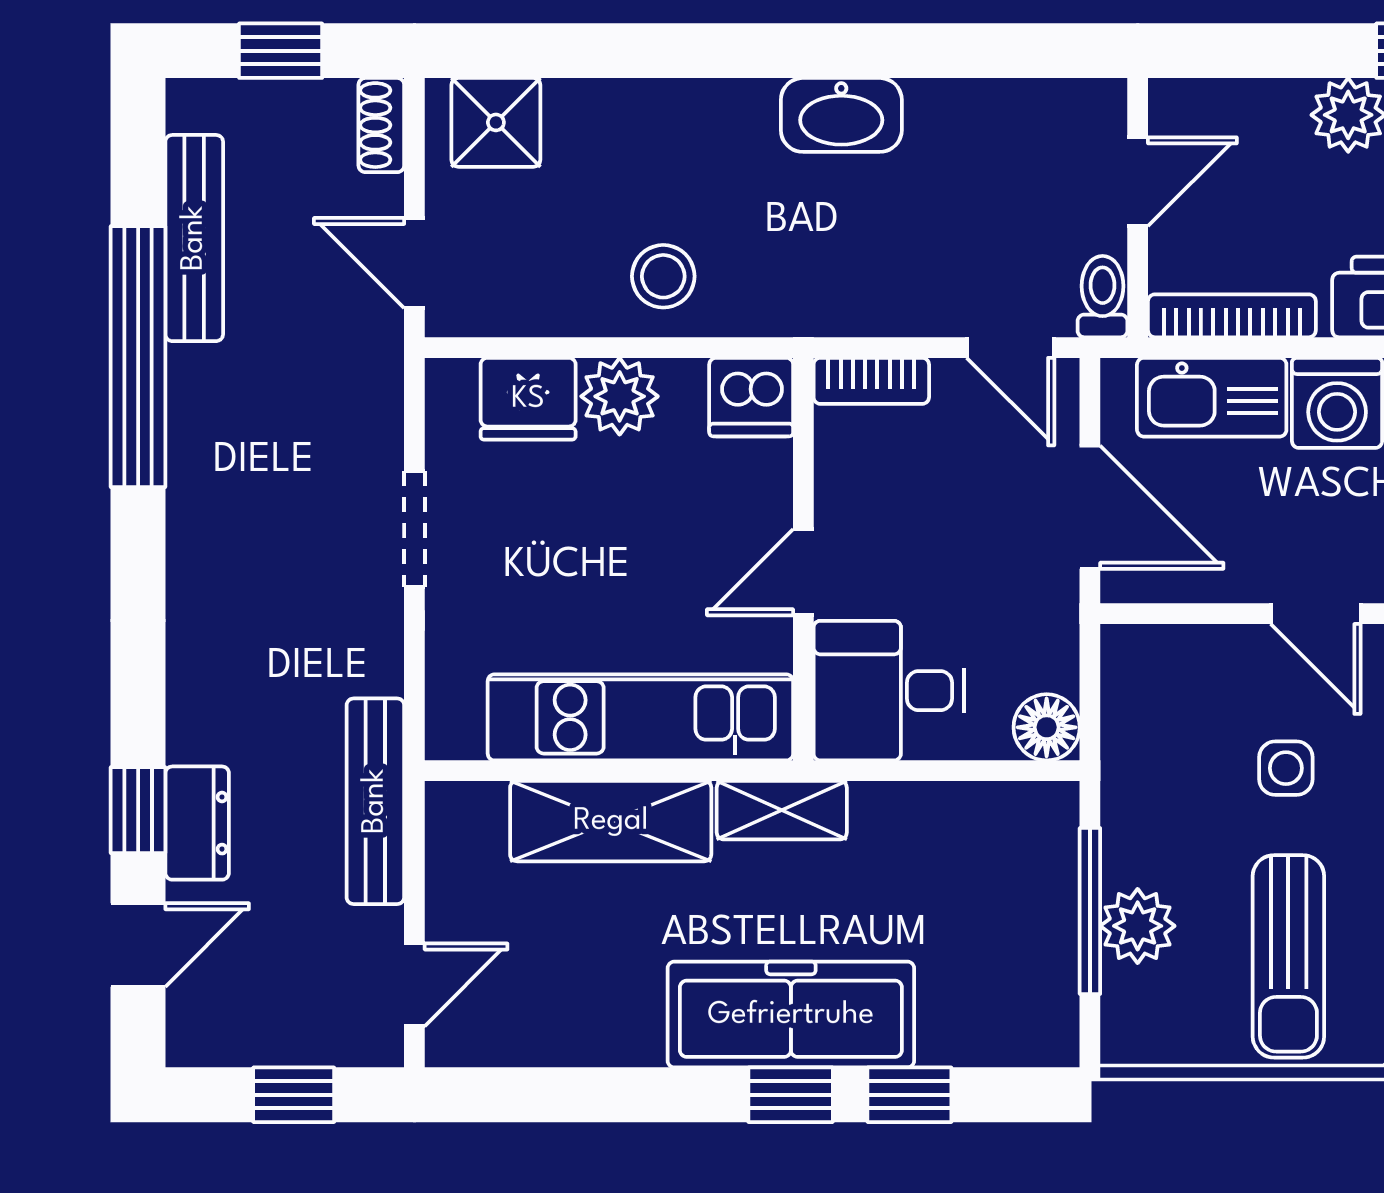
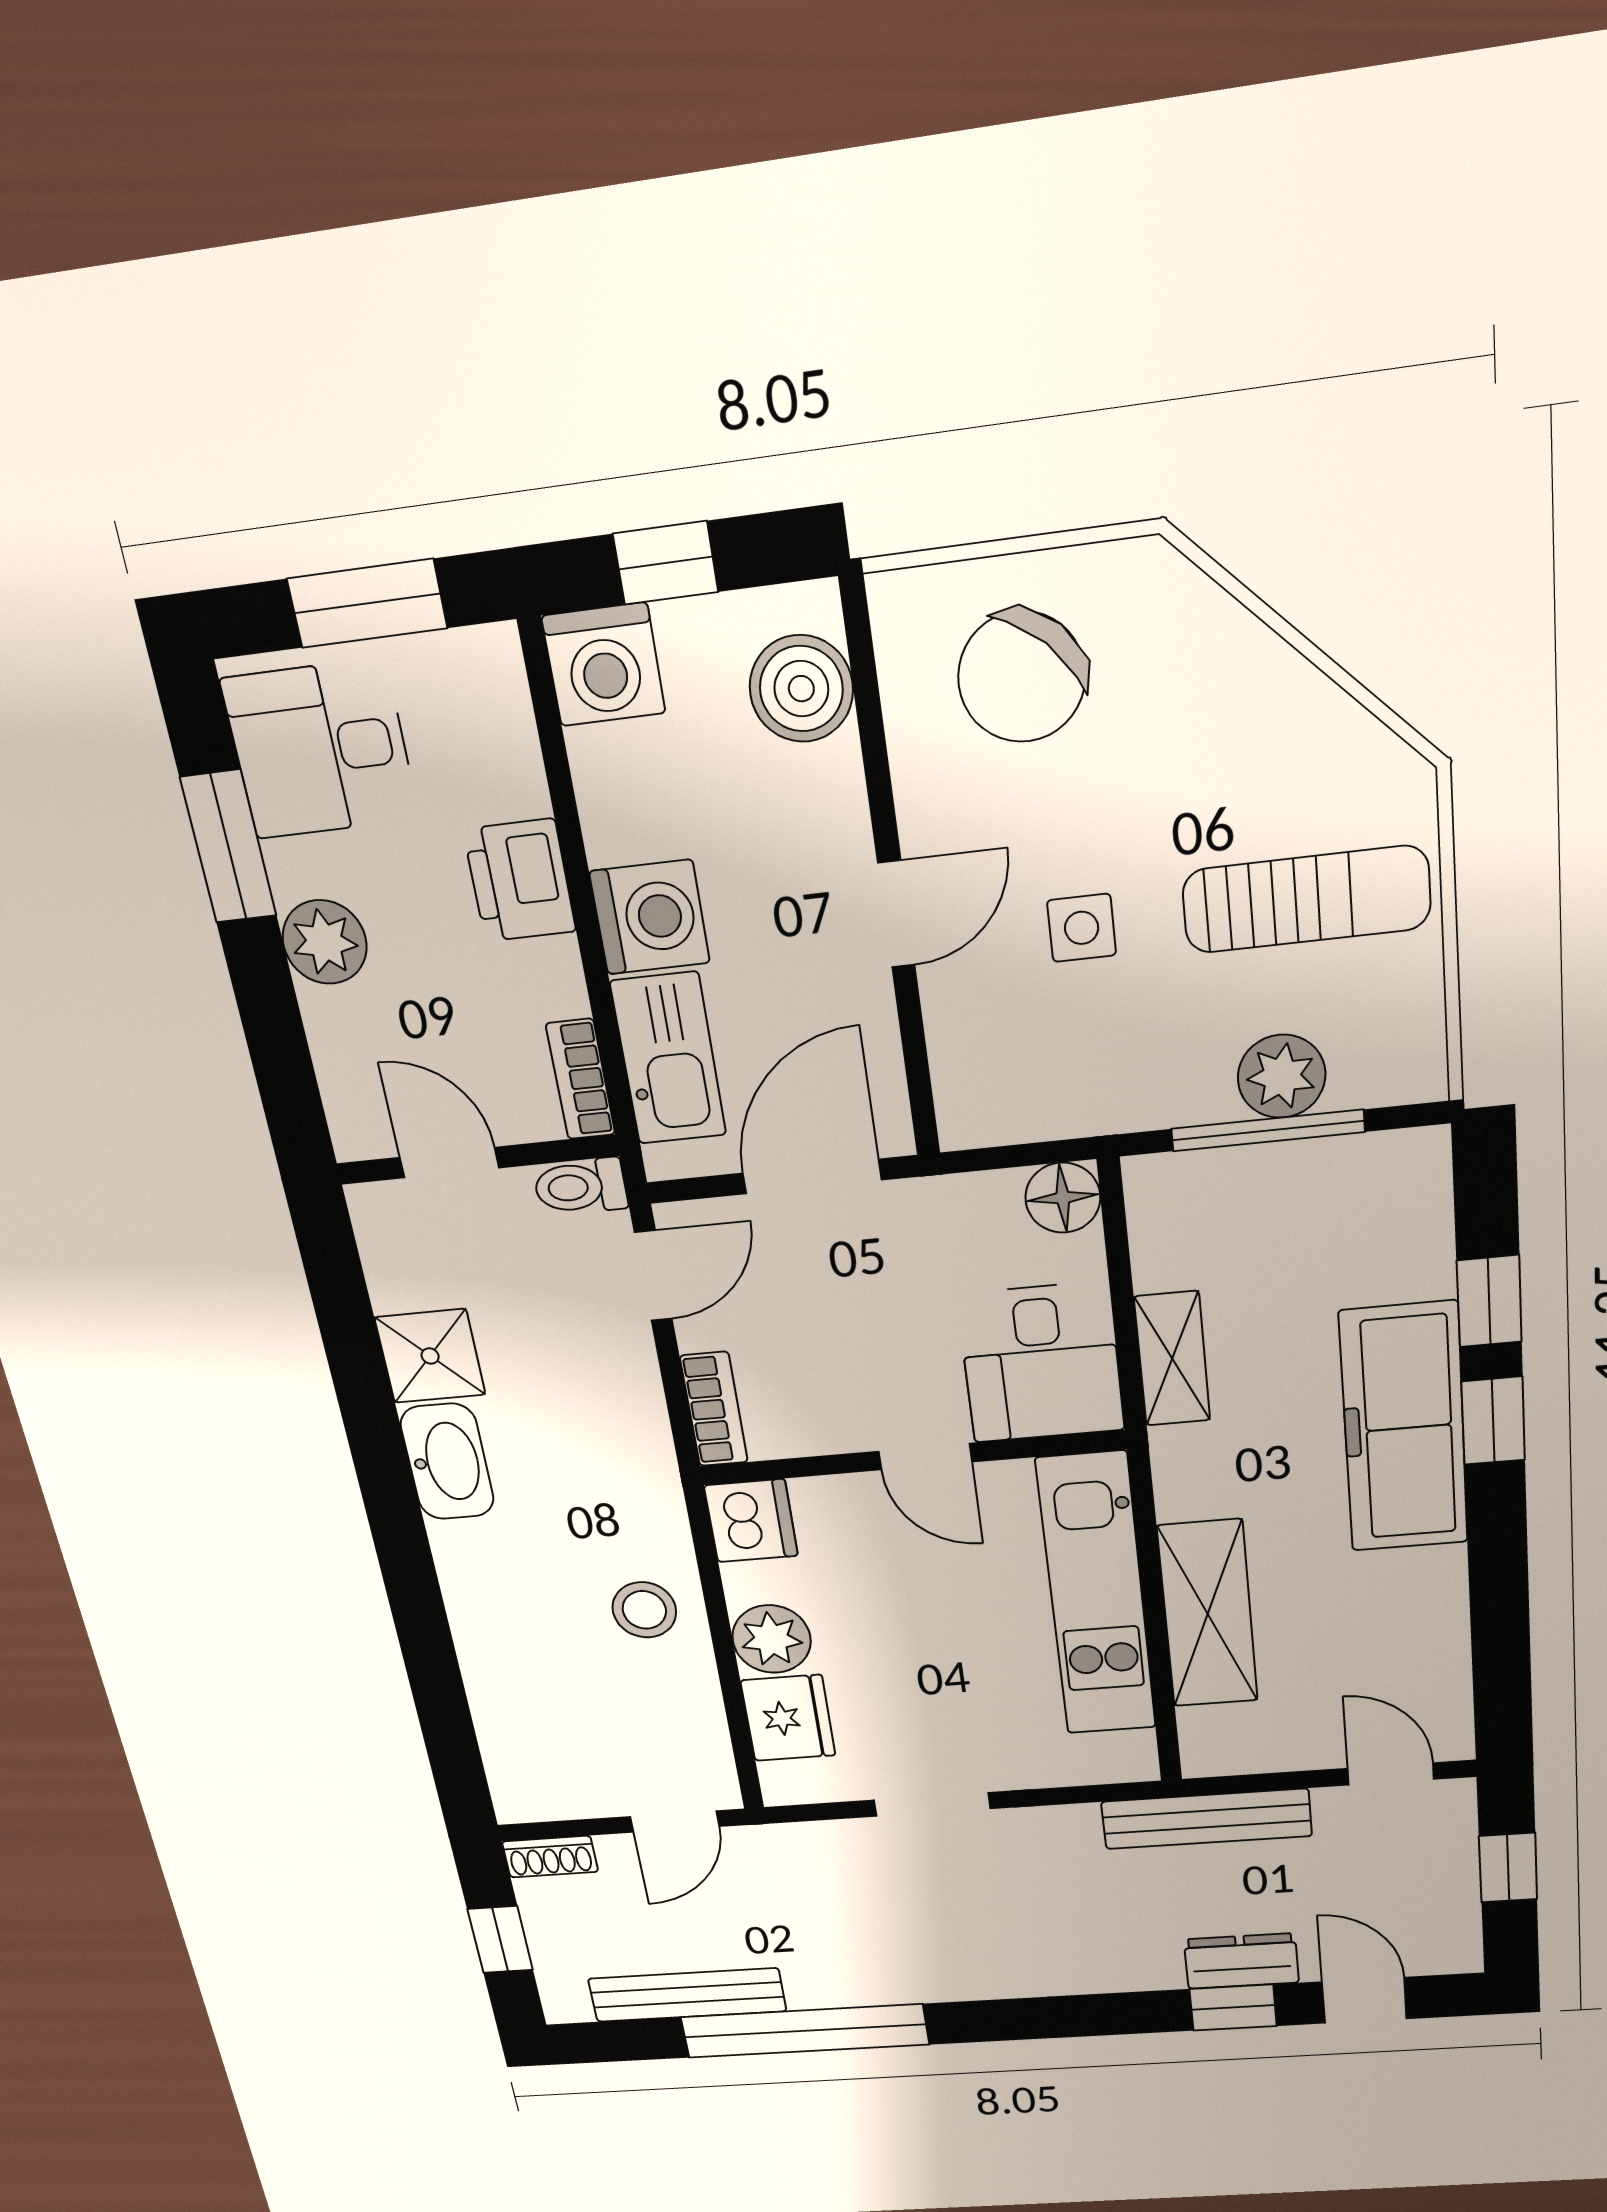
shower: (496, 122) -> (430, 1356), moved
bookcase: (1232, 316) -> (581, 1079), width x0.64
shelving: (782, 810) -> (1172, 1359), moved

